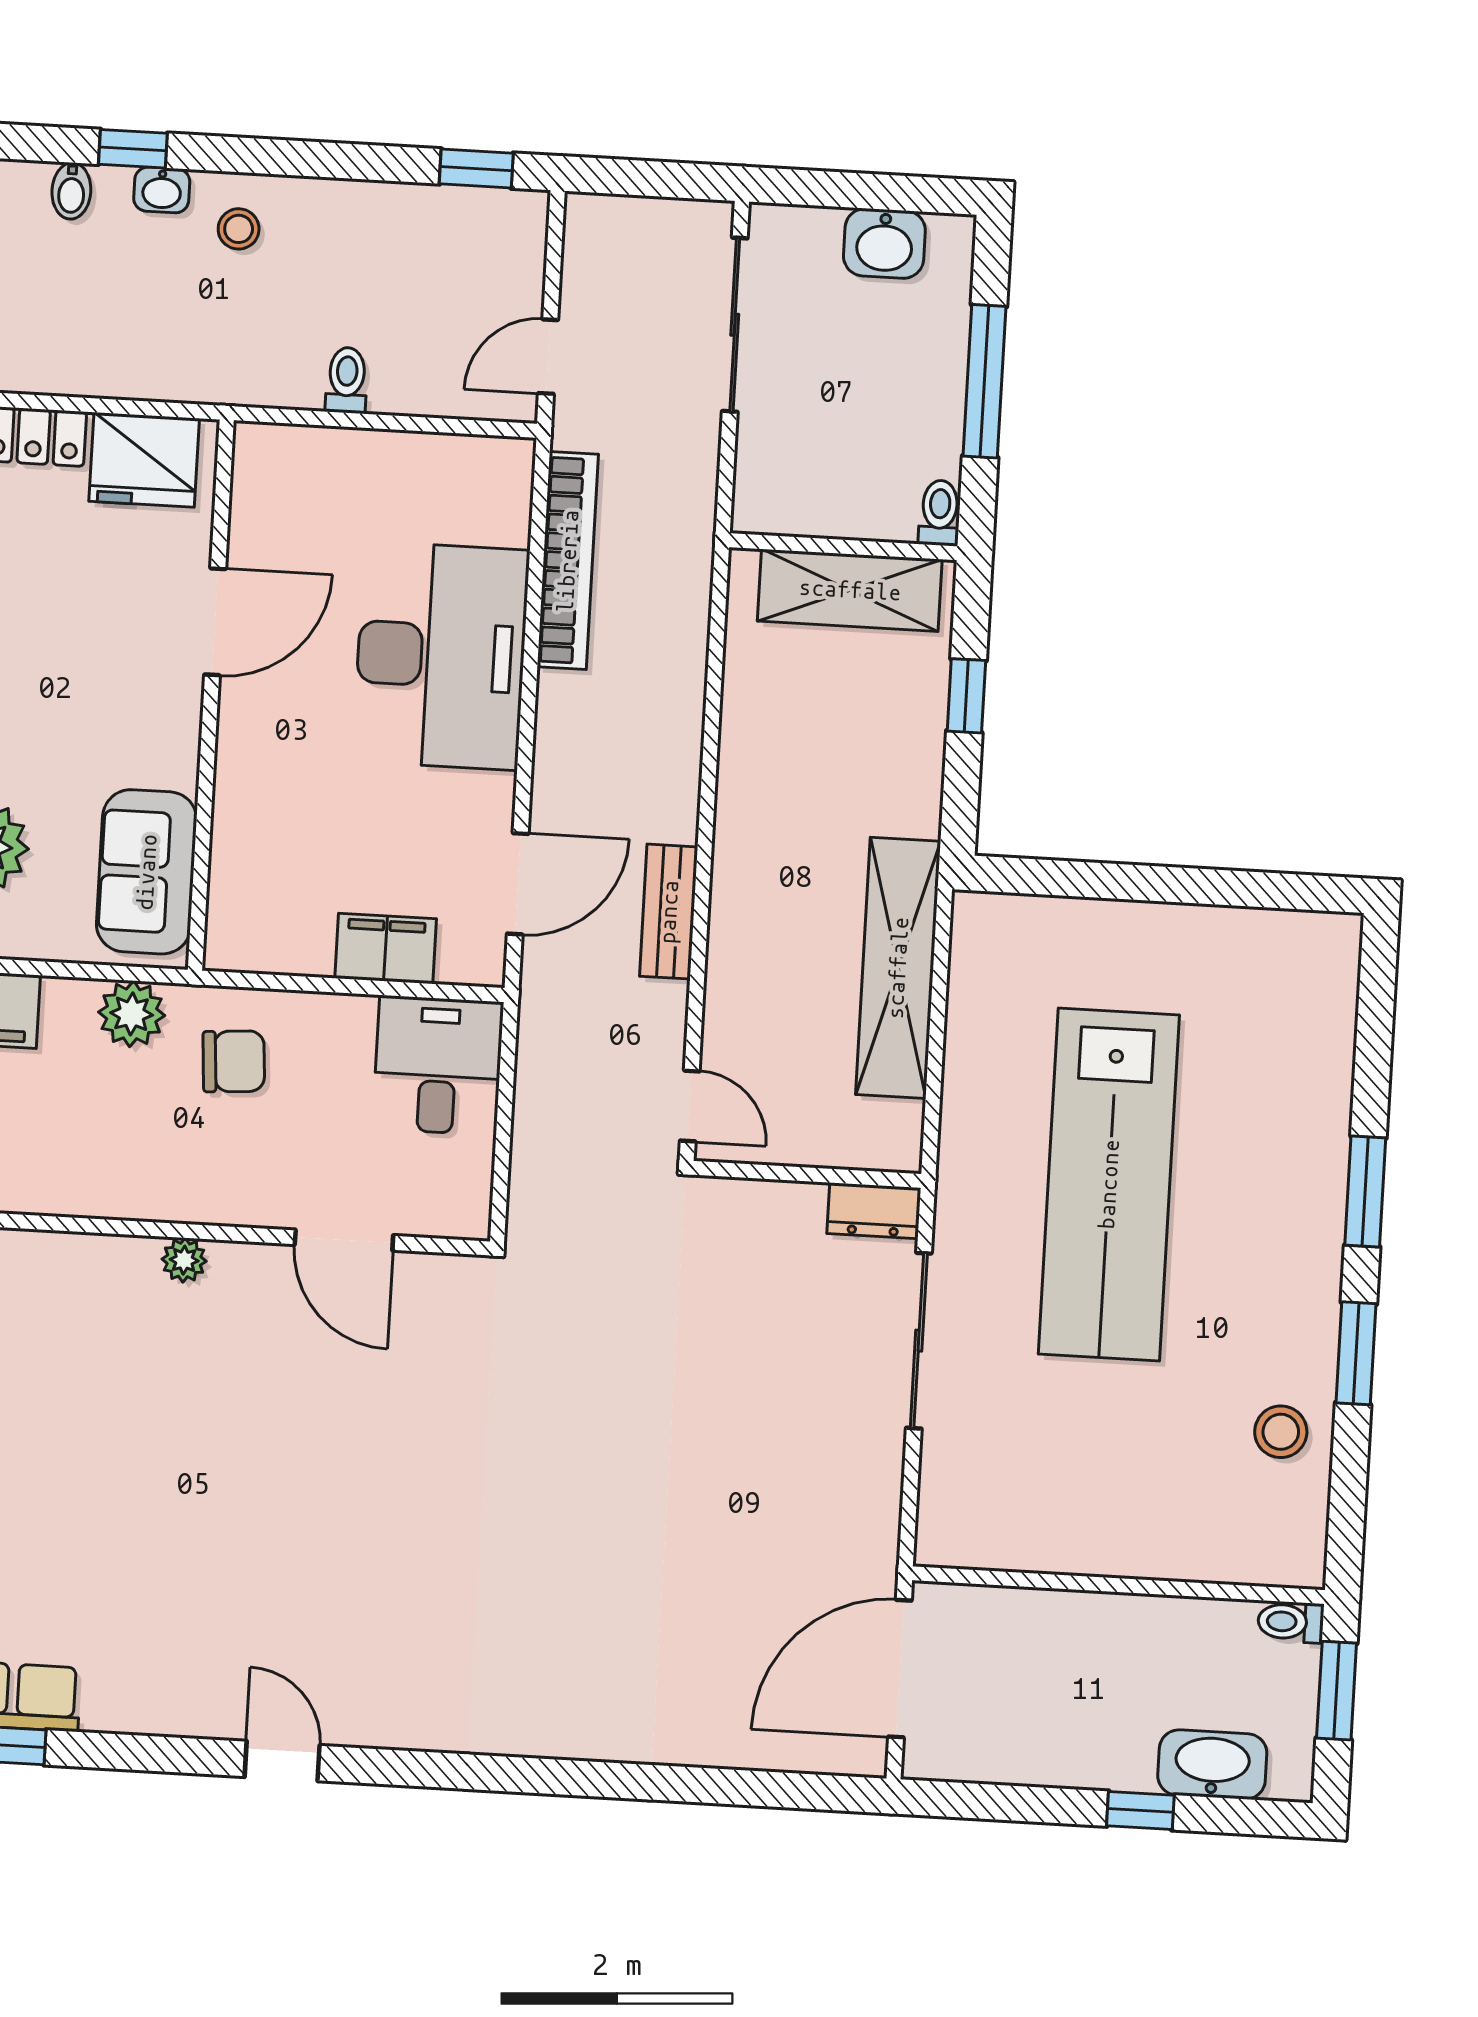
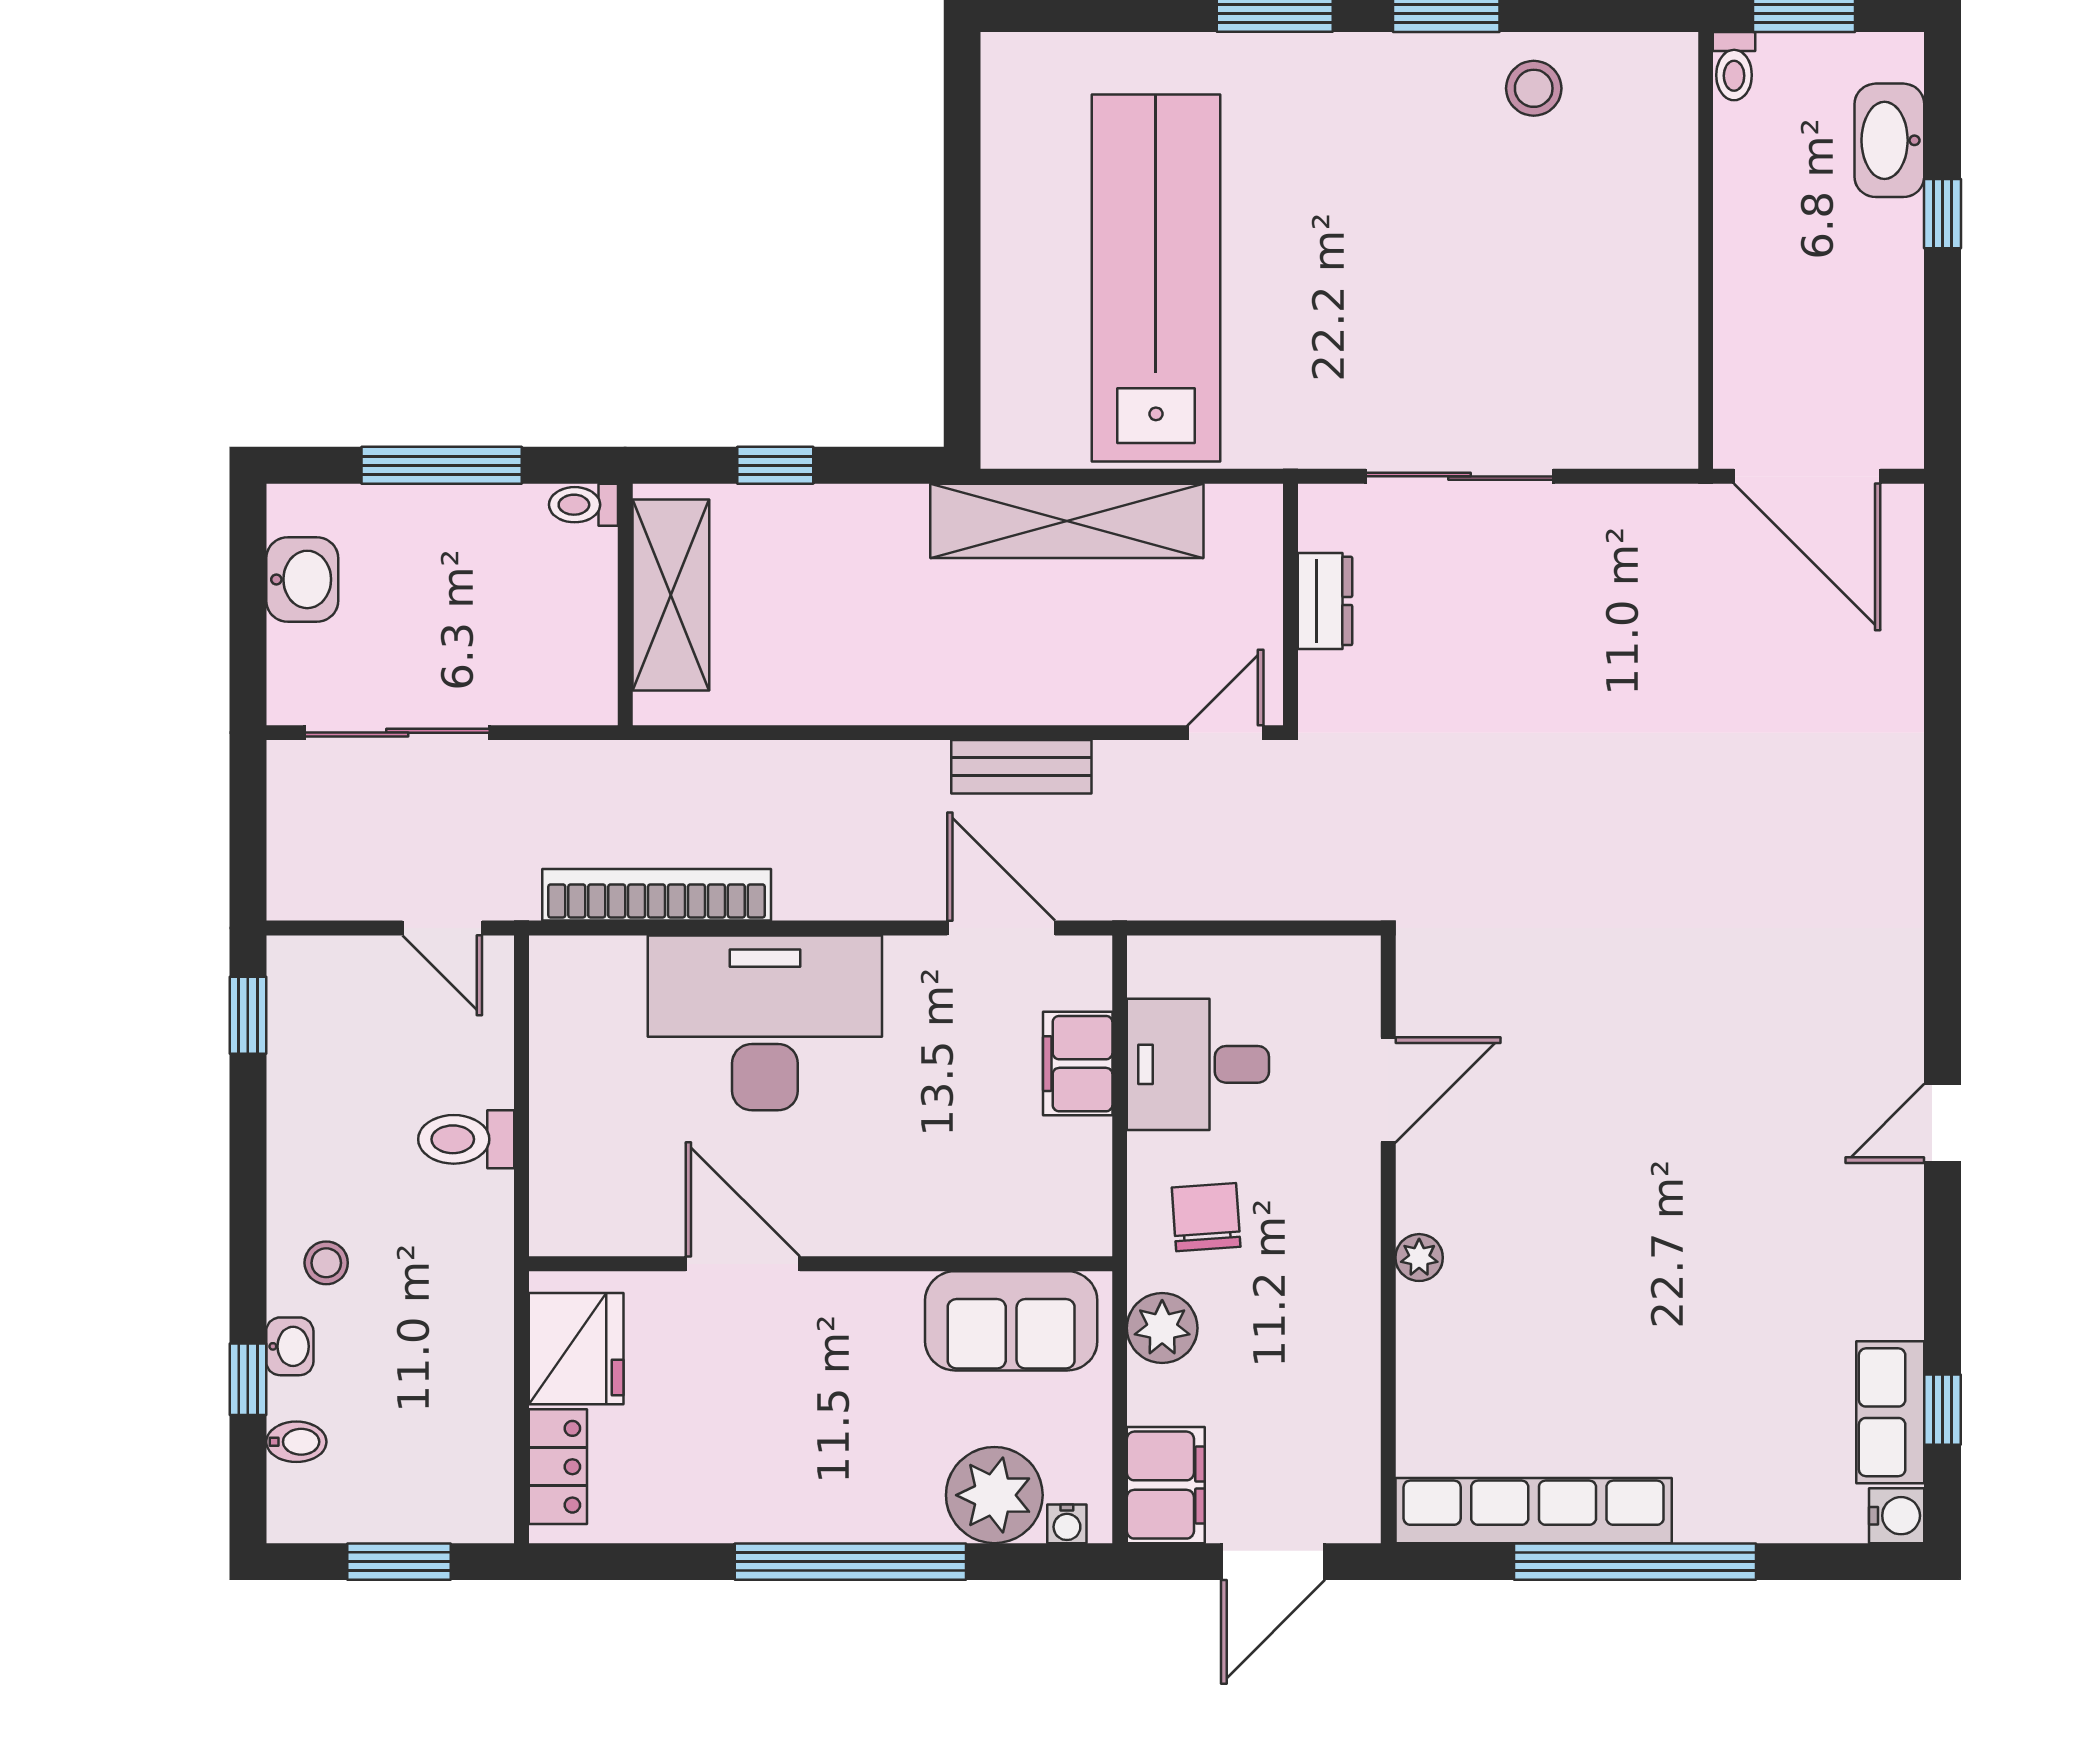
toilet: (347, 380) -> (466, 1139), width x1.37, depth x1.39
desk: (438, 1065) -> (1198, 1064), moved
lab bench: (1109, 1184) -> (1156, 278), moved, turned -90
dresser: (874, 1211) -> (1325, 601), moved

